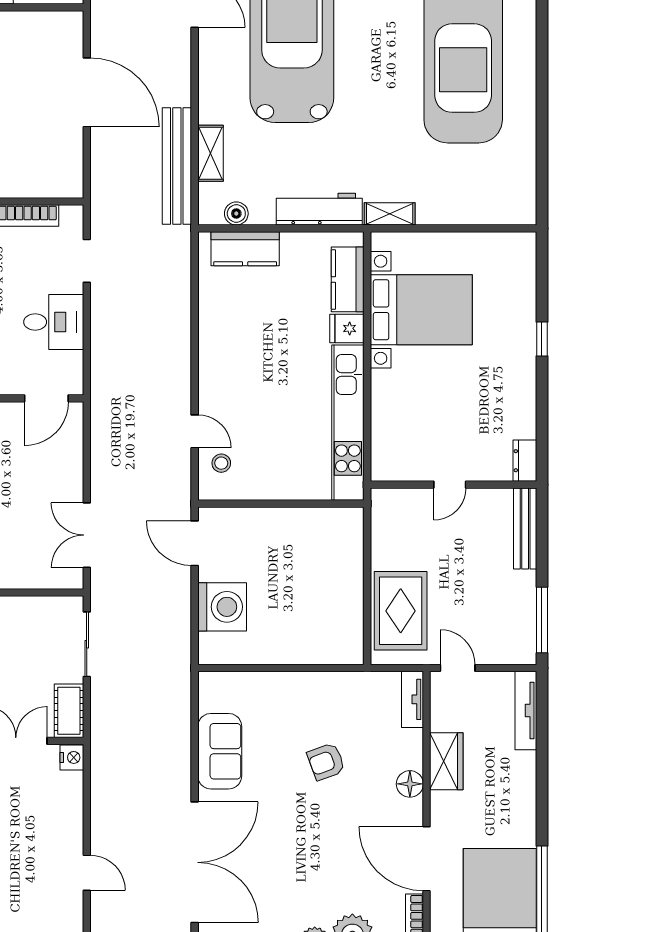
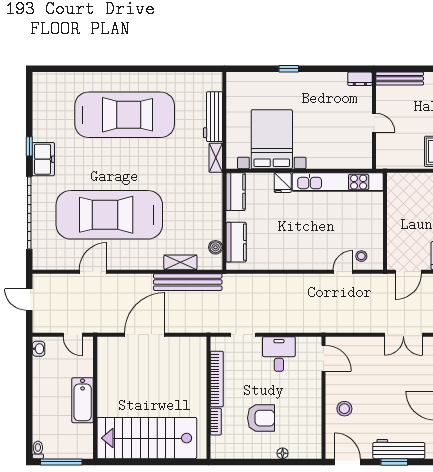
workbench: (319, 209) -> (213, 117), moved
kitchen counter: (348, 279) -> (236, 192), moved, turned -90

